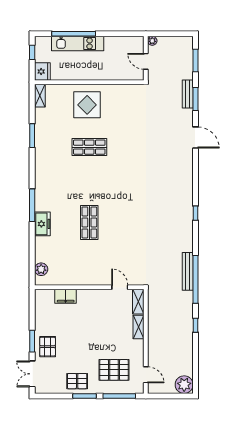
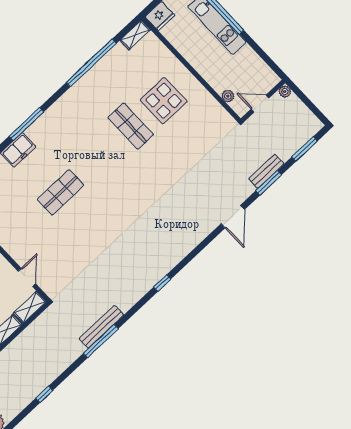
door: (146, 61) -> (260, 104), hinge flipped
plant: (124, 76) -> (228, 96), added
display table: (87, 105) -> (164, 101), moved
window: (32, 136) -> (91, 63), width x2.11
window: (196, 279) -> (101, 341), width x0.68
window: (196, 325) -> (44, 394), moved

